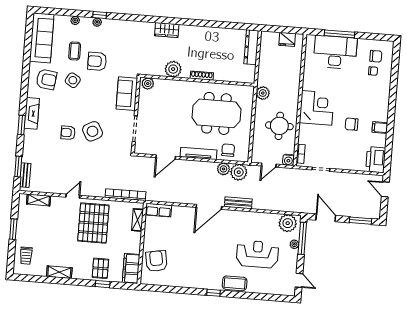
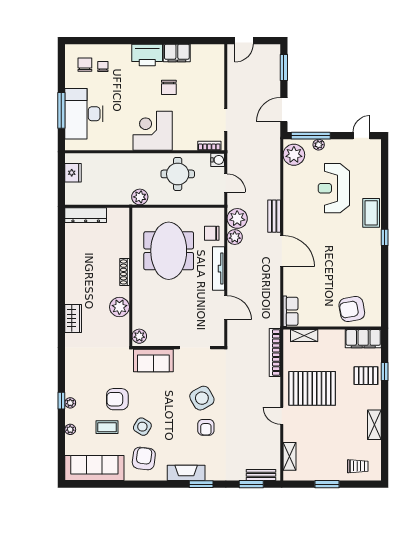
armchair: (97, 61) -> (117, 399), turned 90
filing cabinet: (380, 128) -> (177, 53), width x2.00
printer: (376, 160) -> (147, 55), moved

